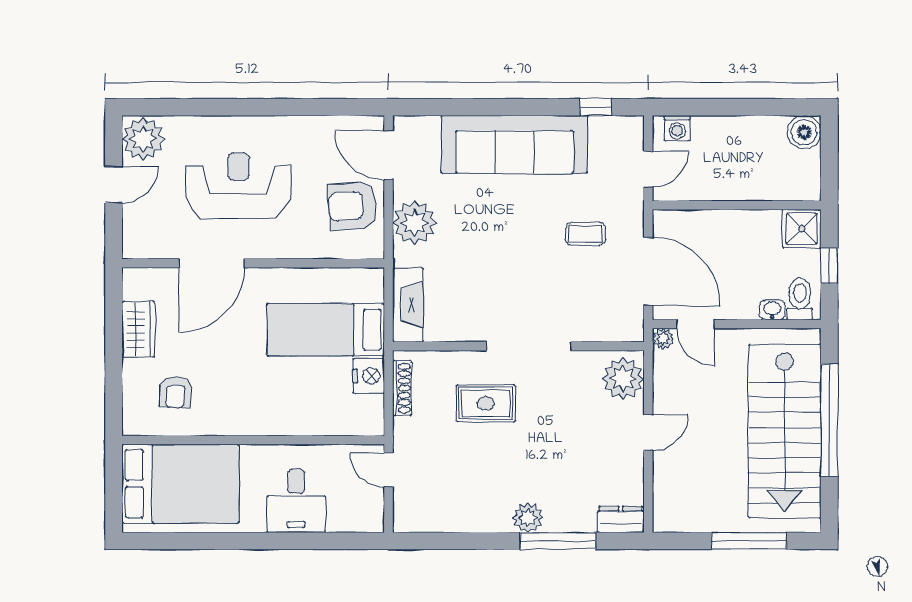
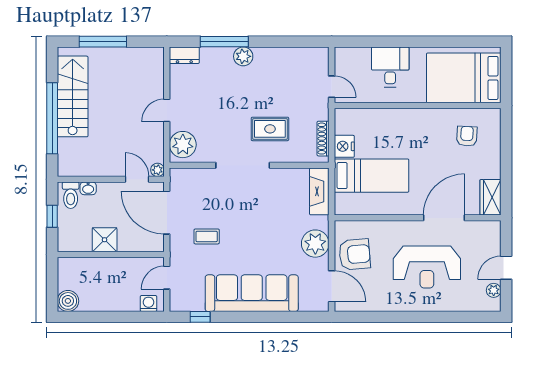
plant: (143, 139) -> (494, 290), width x0.53, depth x0.53
shower: (802, 229) -> (105, 240), moved
wardrobe: (138, 329) -> (490, 197), moved
stairs: (785, 431) -> (73, 96), width x0.73, depth x0.66

